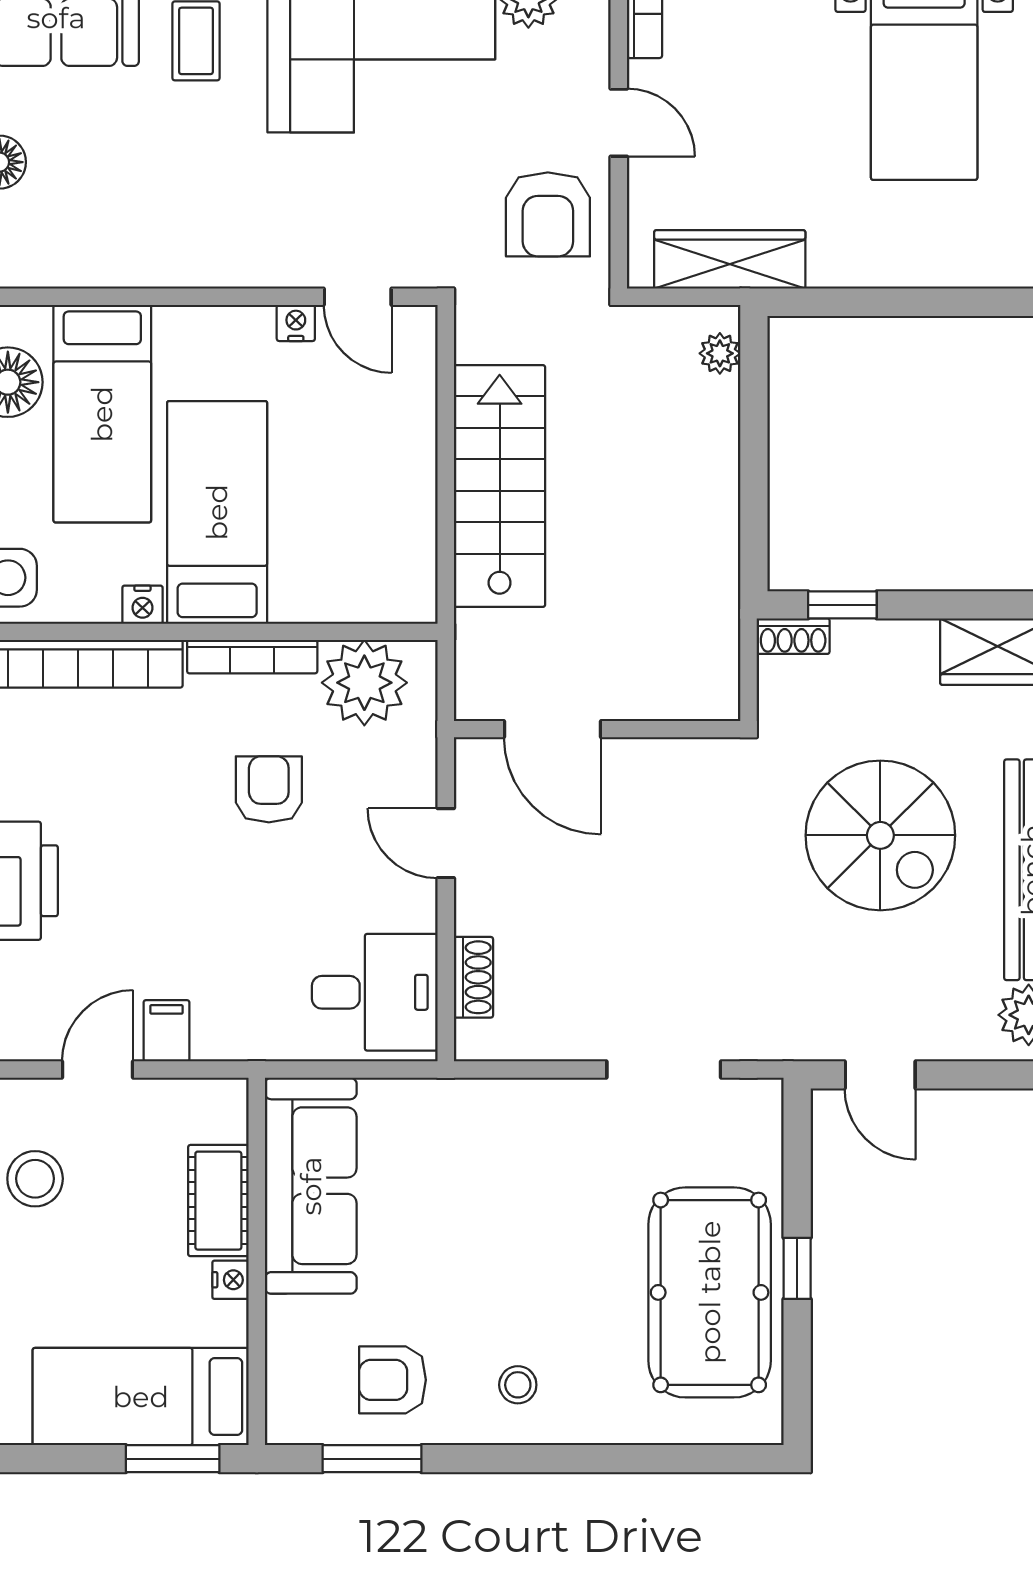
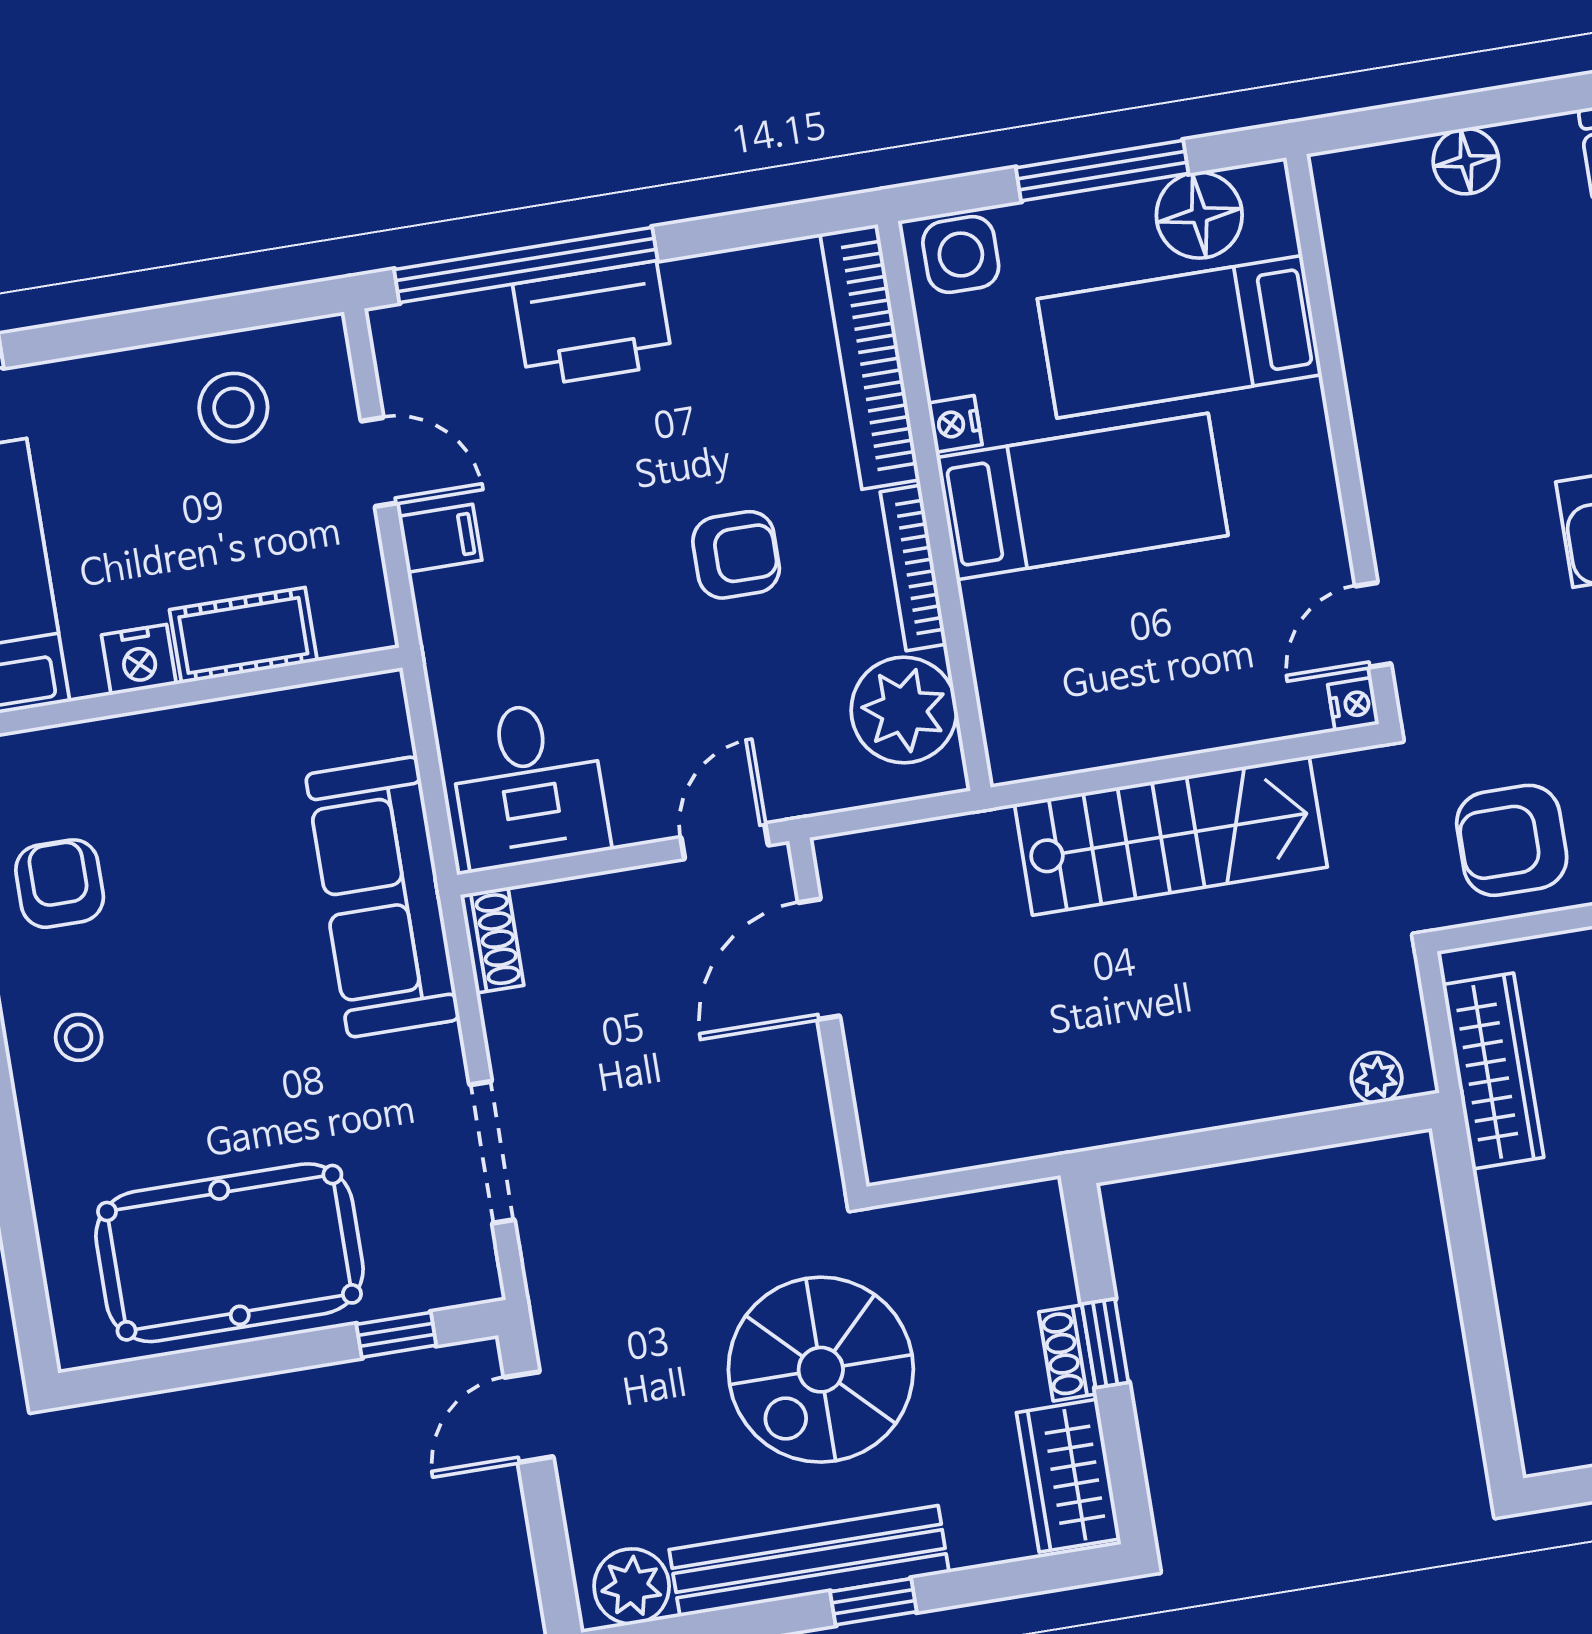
nightstand: (296, 323) -> (1353, 704), moved
window: (842, 605) -> (1105, 1343), moved
shoe rack: (793, 636) -> (1068, 1353), moved
door: (552, 729) -> (819, 959), moved
wall: (597, 729) -> (828, 1014), moved
armchair: (269, 789) -> (736, 555), moved
shoe rack: (473, 977) -> (492, 940), moved, turned -90
sofa: (311, 1186) -> (383, 897), moved, turned 90
window: (797, 1268) -> (396, 1335), moved
nightstand: (230, 1280) -> (139, 660), width x1.39, depth x1.35

